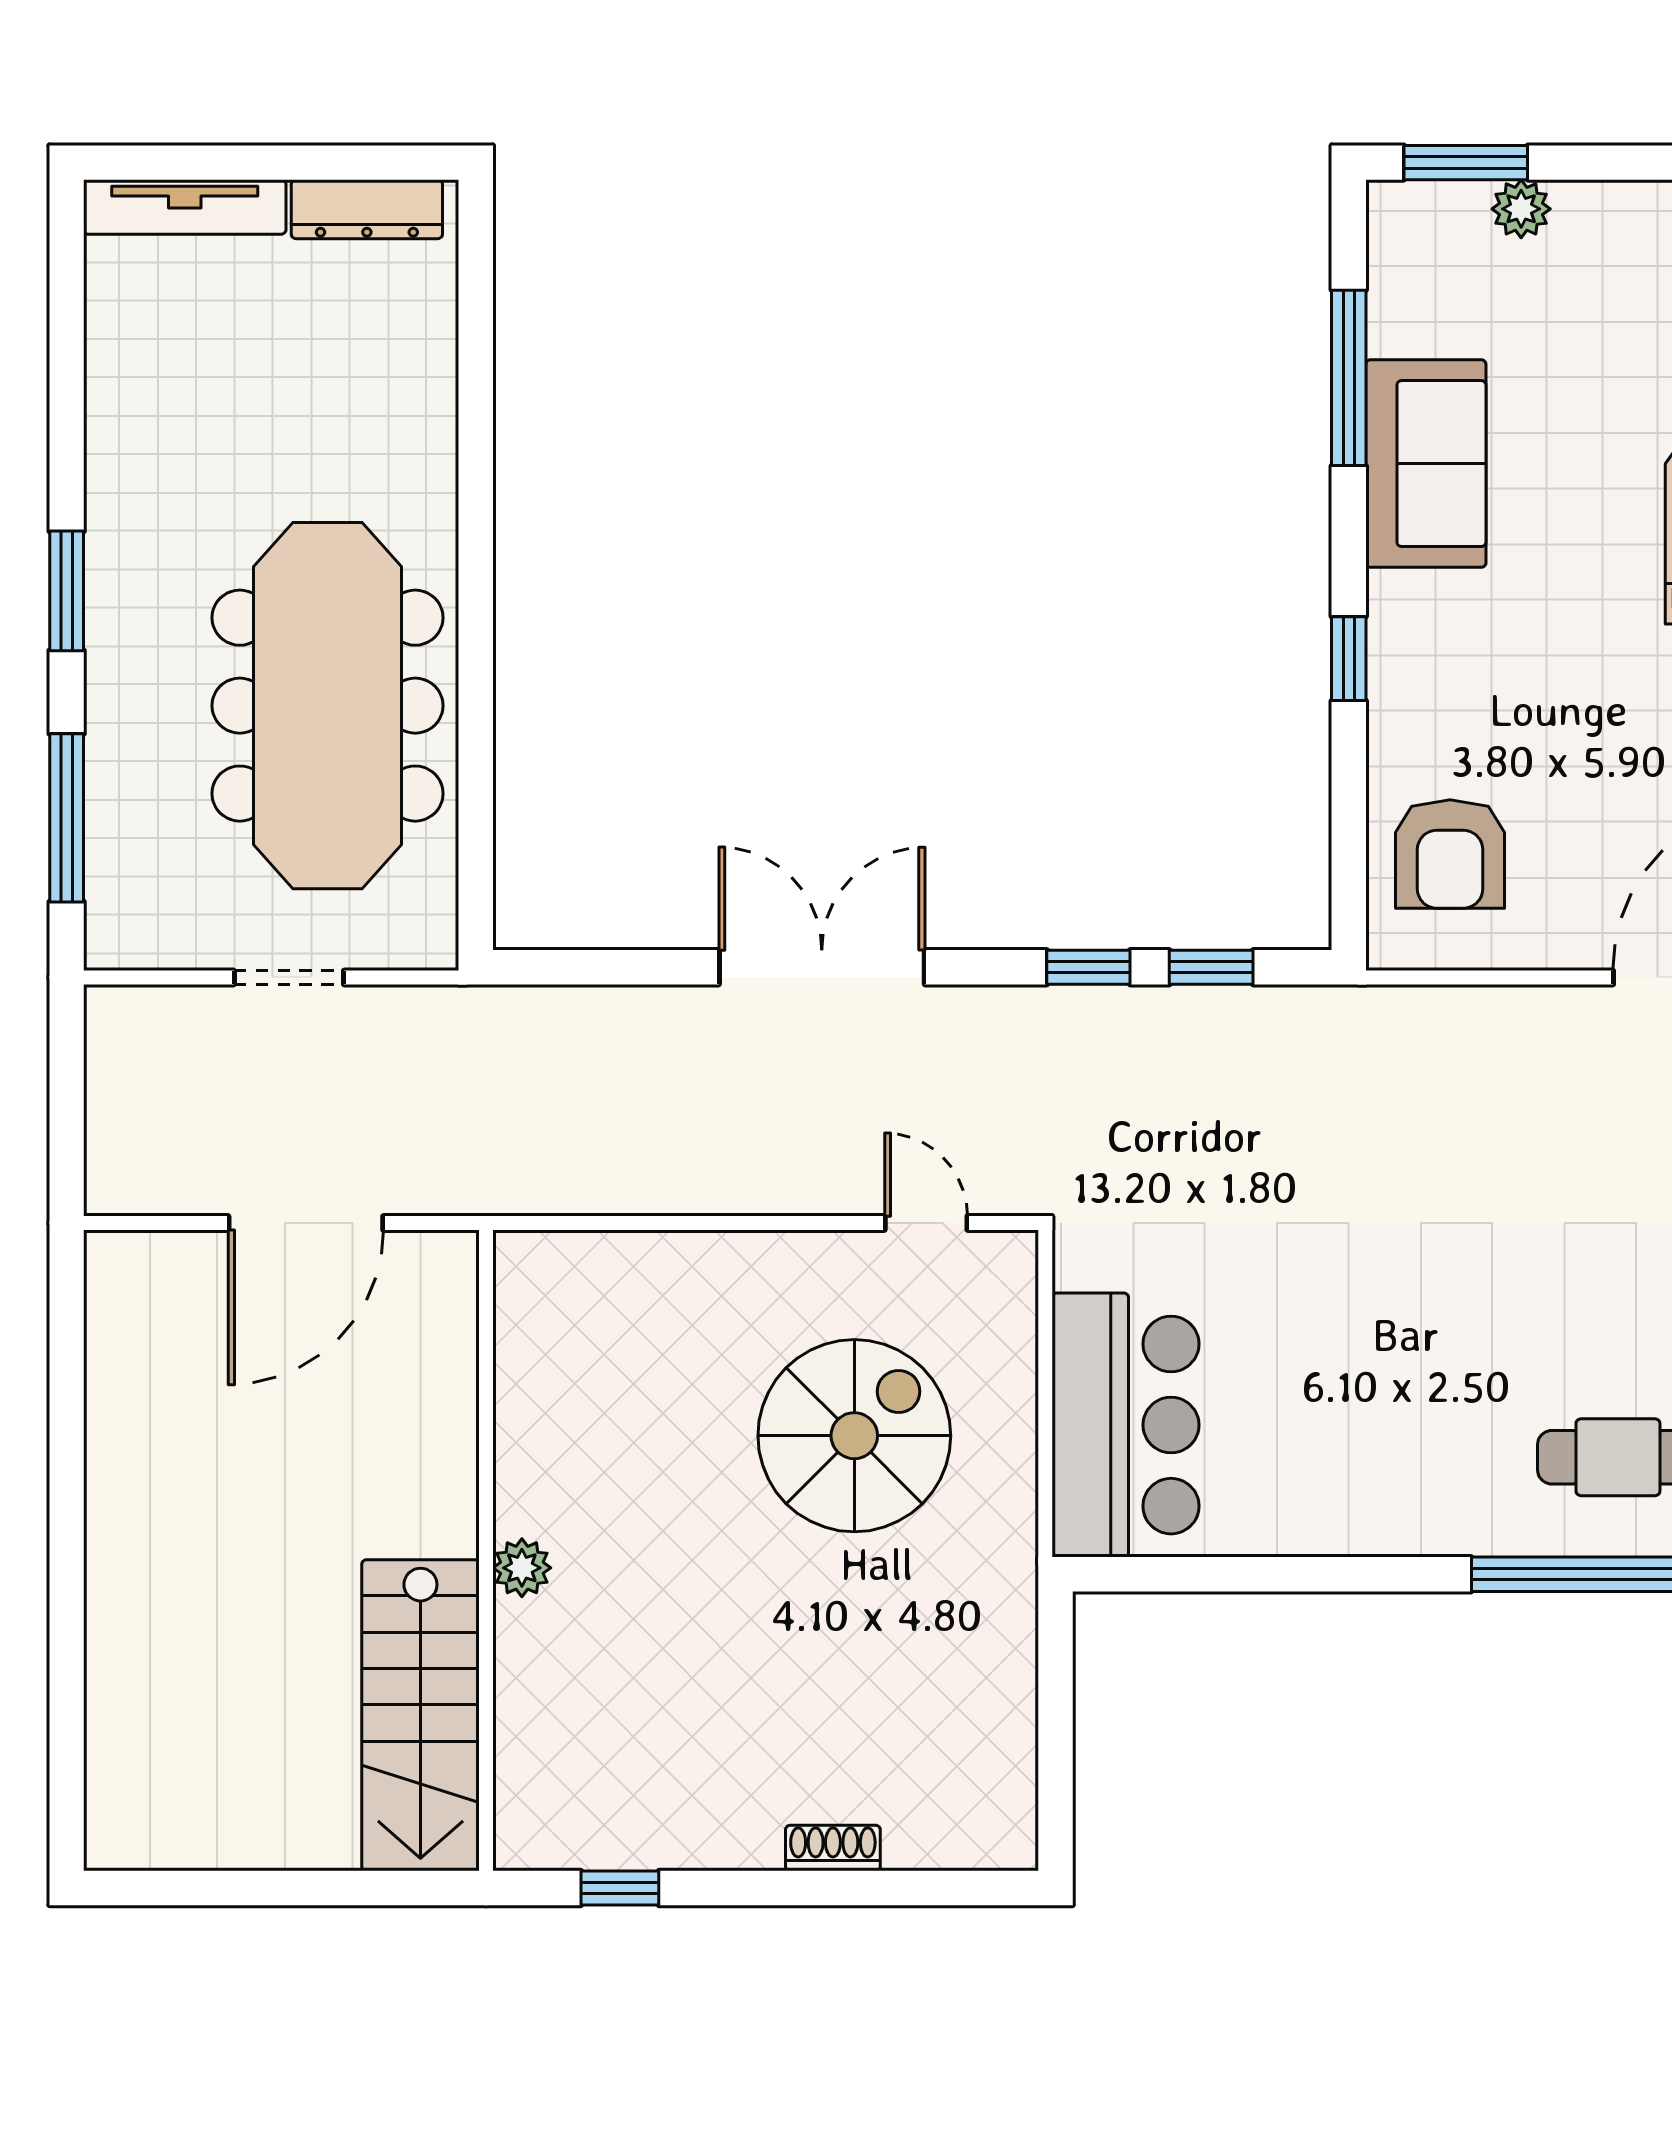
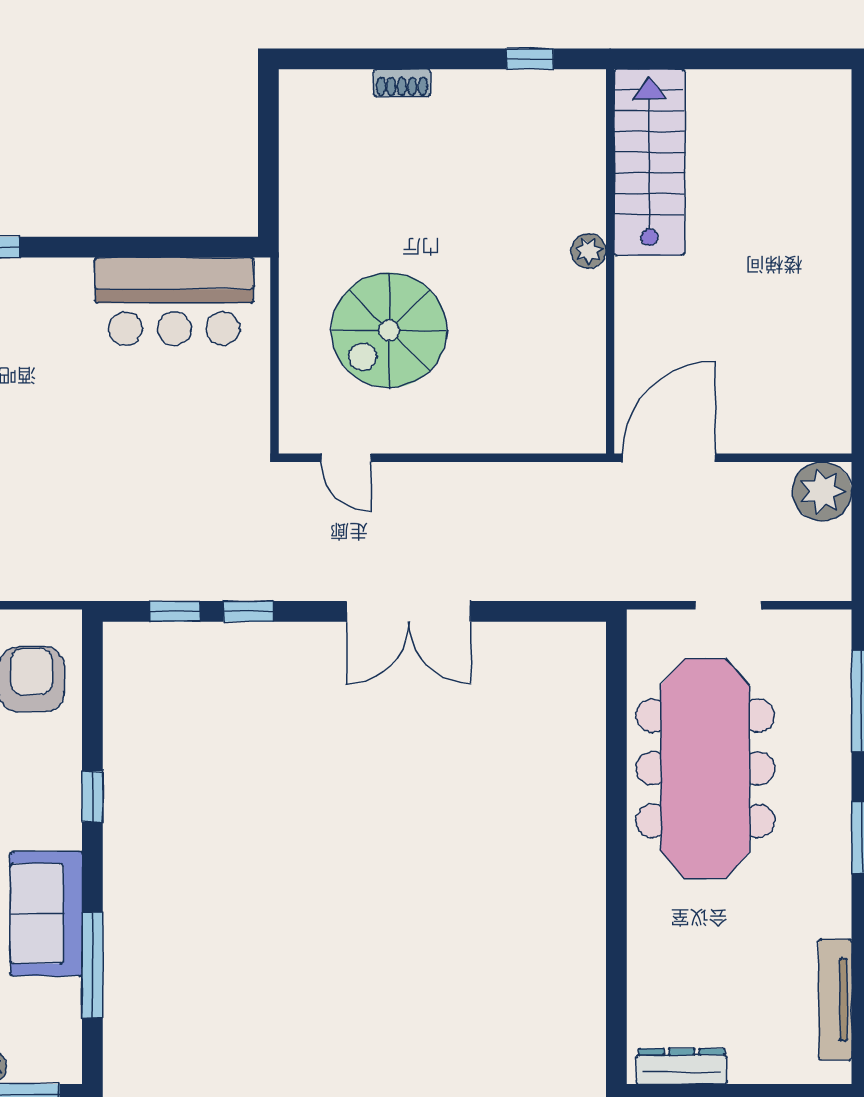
tv unit: (185, 207) -> (835, 999), moved, turned -90
plant: (133, 1167) -> (822, 491), added
door: (306, 1223) -> (669, 458), moved
bar counter: (1125, 1425) -> (174, 301), moved, turned -90

